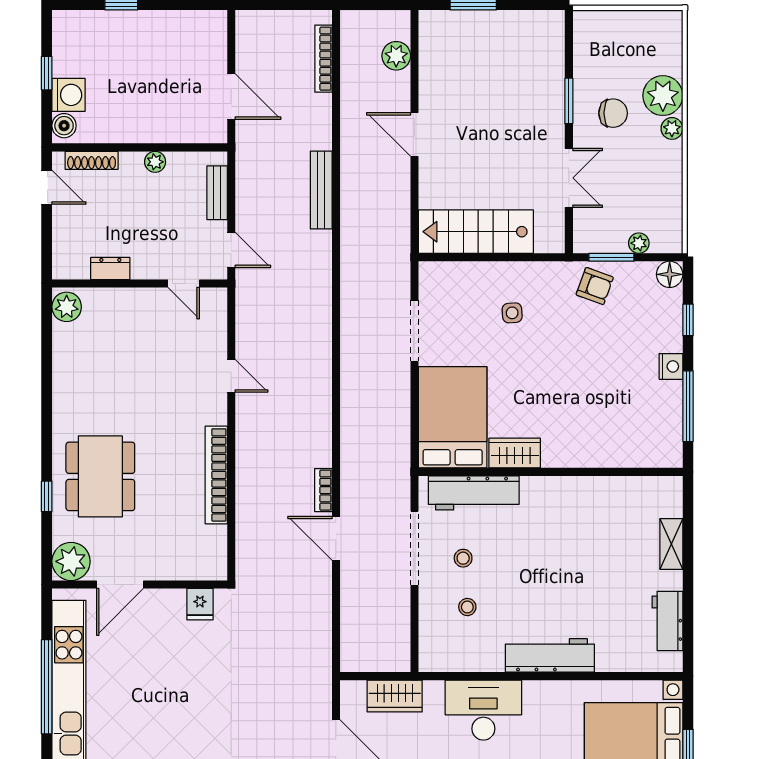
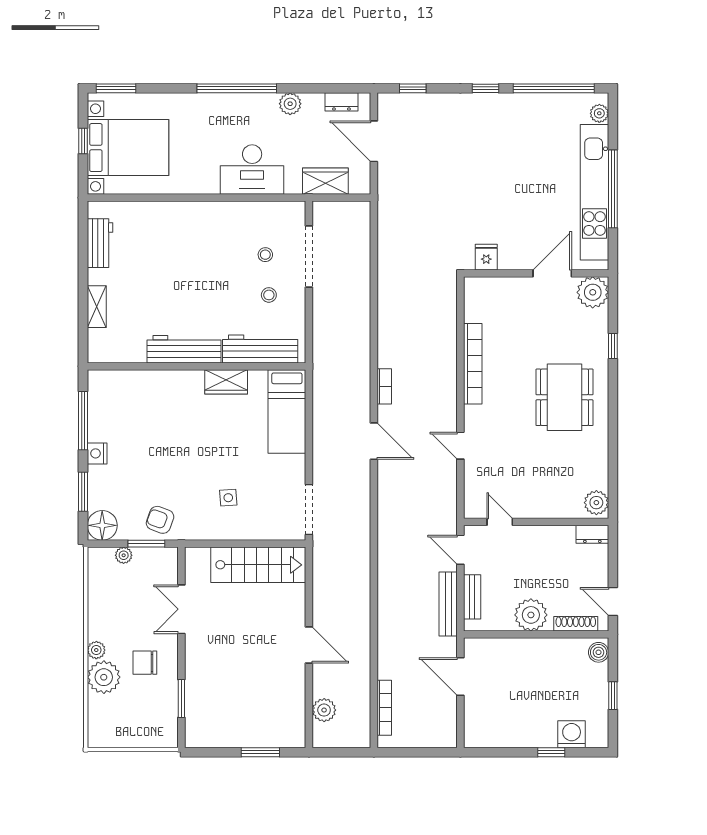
washing machine: (68, 95) -> (572, 734), moved, turned 90
window: (569, 101) -> (181, 698), moved
plant: (155, 162) -> (531, 615), width x1.88, depth x1.88
bench: (321, 190) -> (448, 604), moved
dresser: (110, 268) -> (592, 534), moved
floor lamp: (670, 274) -> (102, 525), width x1.38, depth x1.38
window: (688, 320) -> (83, 492), width x1.50
doorway: (414, 331) -> (309, 509), moved
bed: (453, 417) -> (287, 411), width x0.67
dining table: (100, 476) -> (565, 397), moved
bookcase: (323, 490) -> (384, 386), moved
door: (336, 538) -> (374, 441), moved
doorway: (414, 548) -> (309, 256), moved
workbench: (550, 655) -> (184, 349), moved, turned 180

